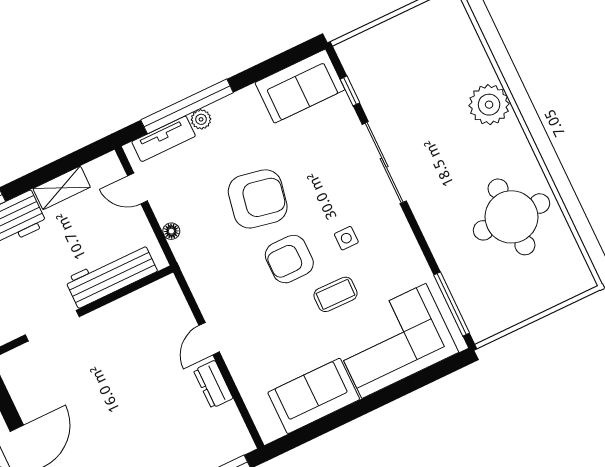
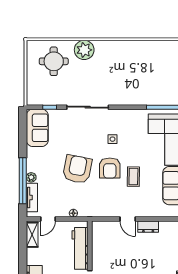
shelving: (62, 188) -> (32, 235), moved
round table: (511, 217) -> (54, 61), moved, width x0.73, depth x0.73
coffee table: (335, 294) -> (133, 177), moved

